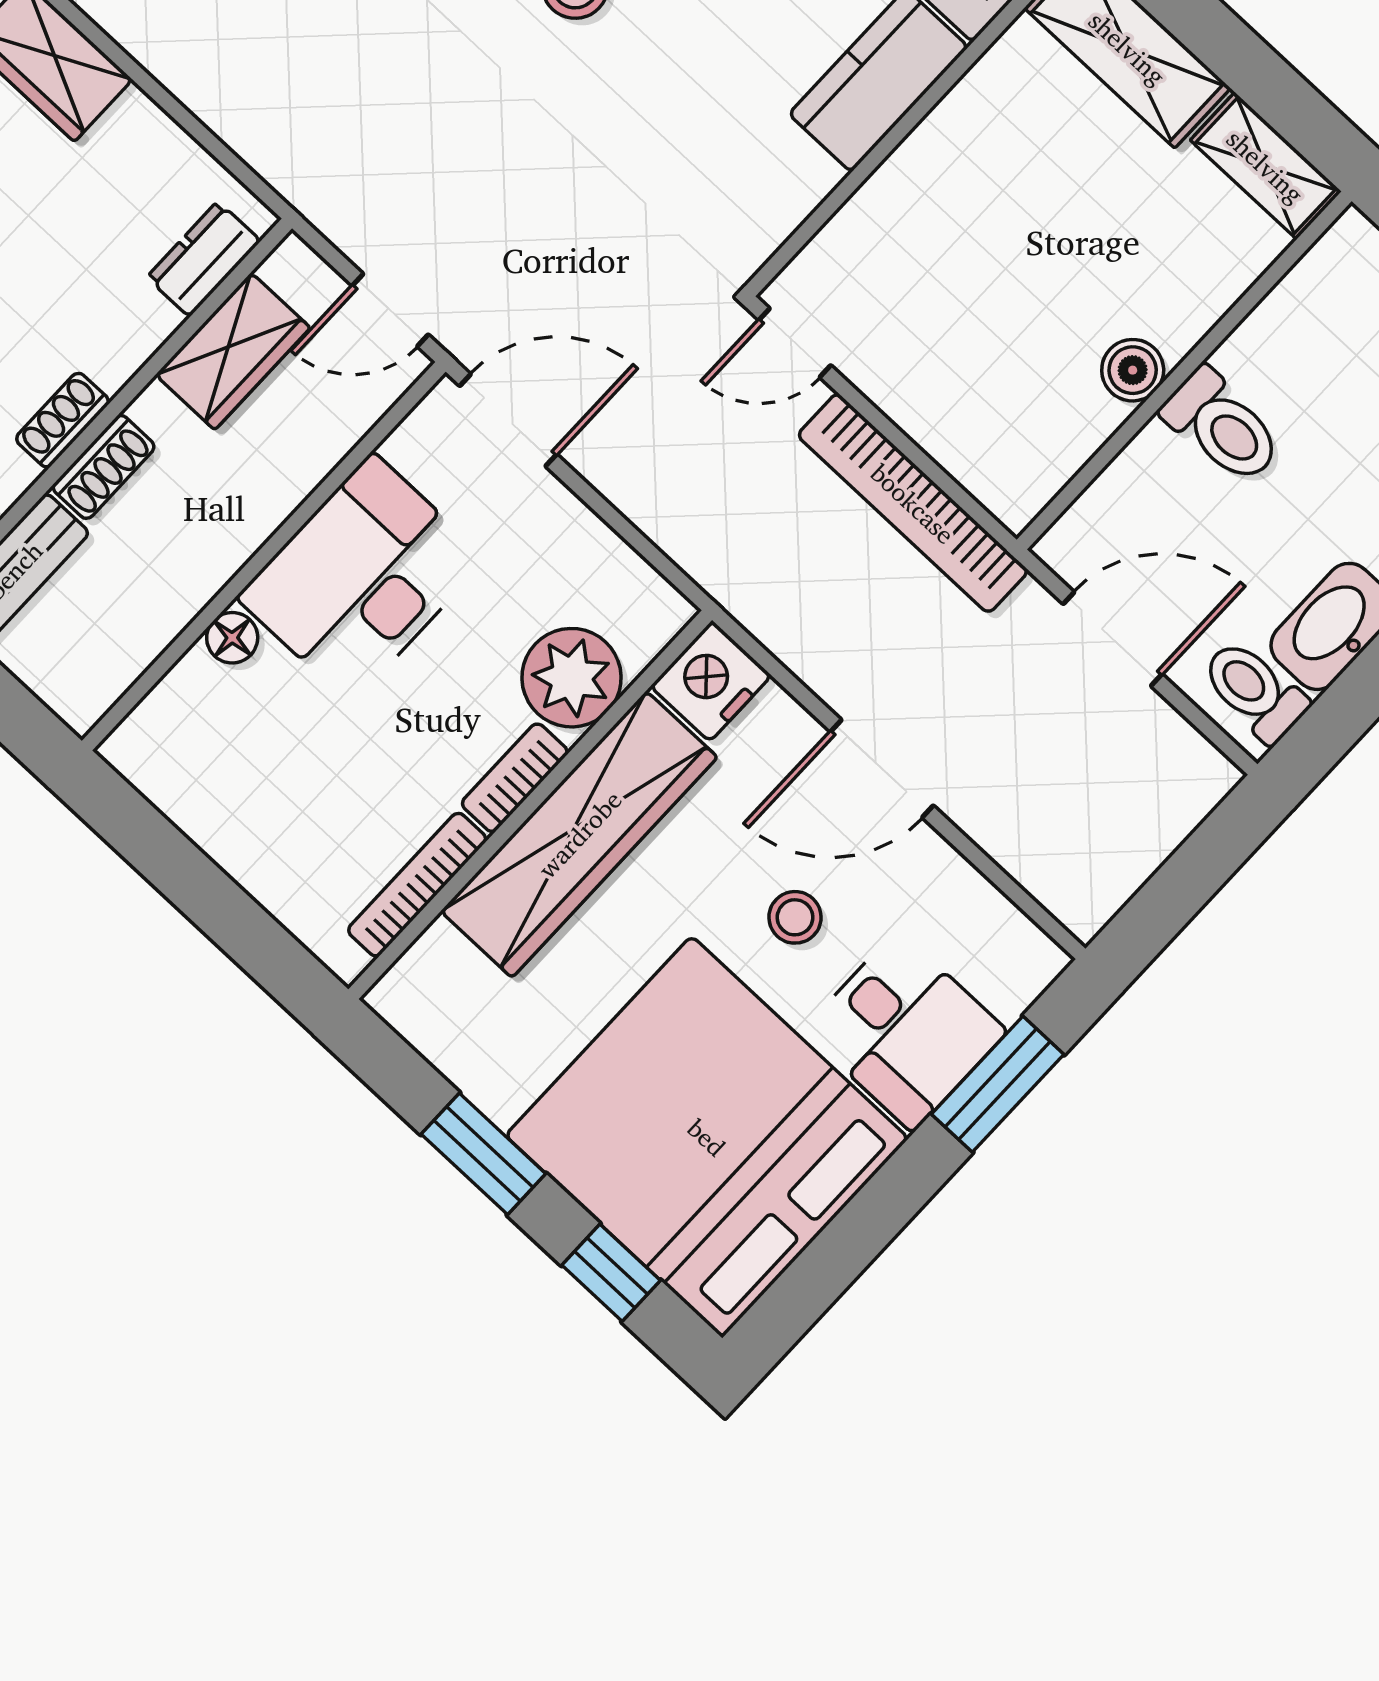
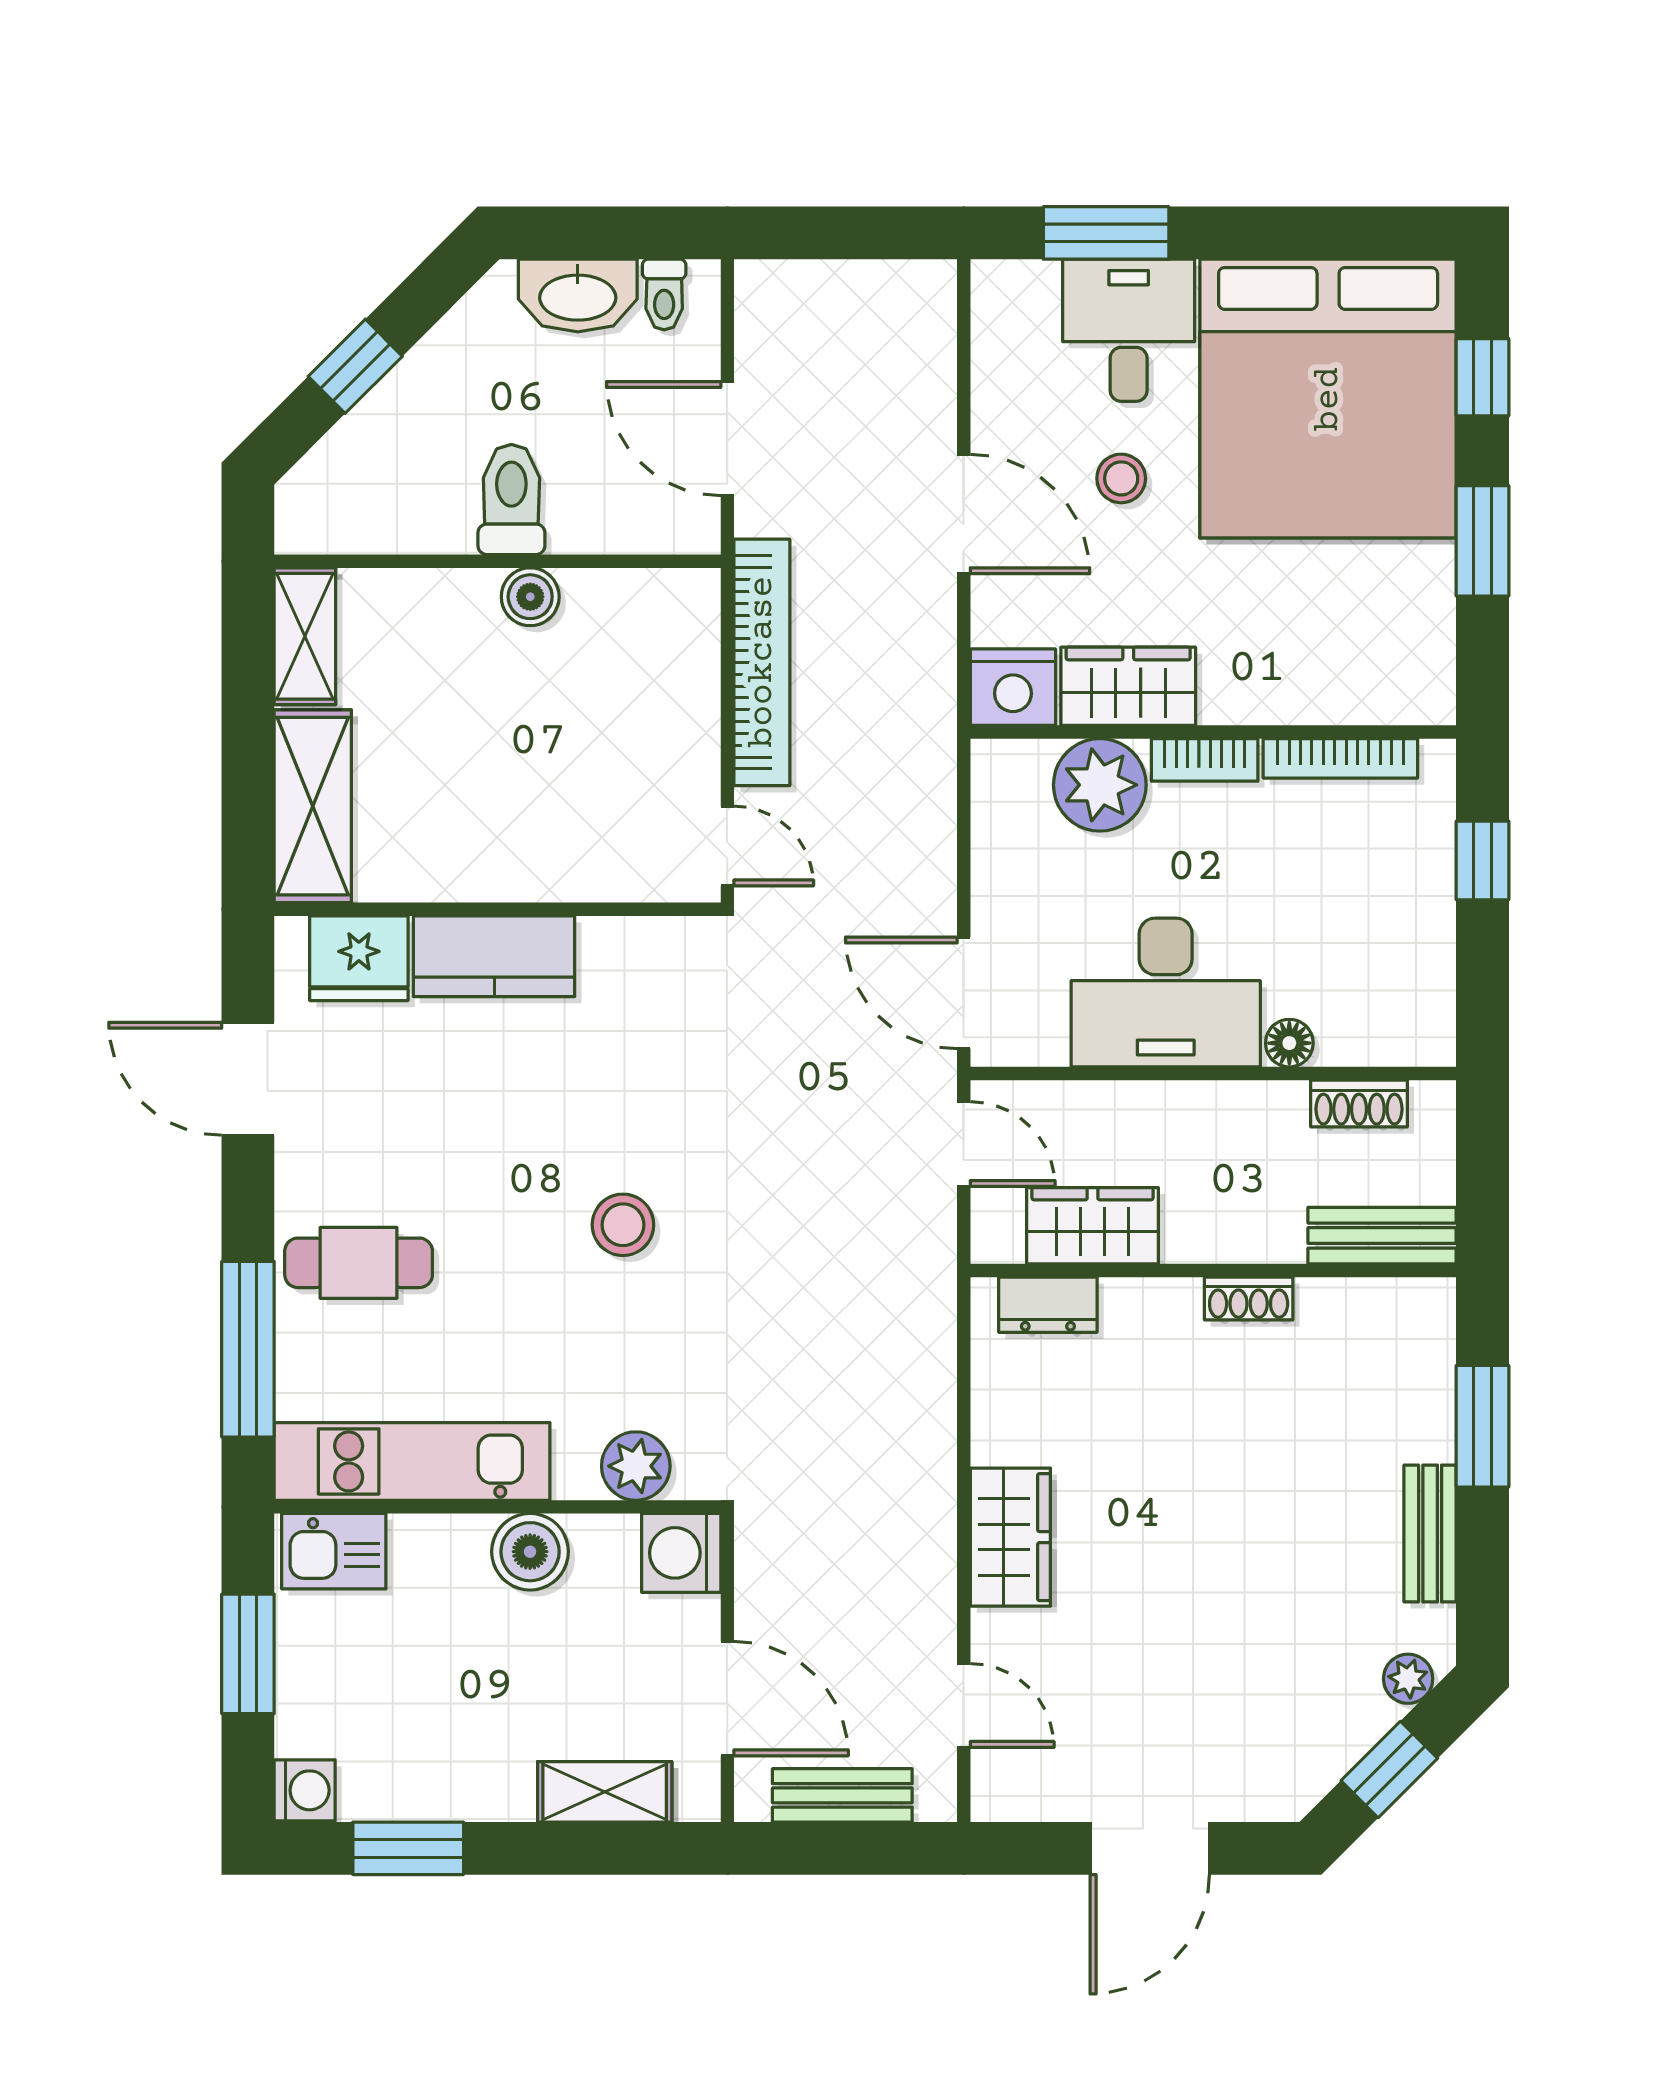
shoe rack: (104, 467) -> (1359, 1103), moved, turned 180
toilet: (1254, 691) -> (664, 295), width x0.73, depth x0.72
wardrobe: (579, 834) -> (1128, 686), width x0.48, depth x0.85
window: (234, 921) -> (1482, 860), added

